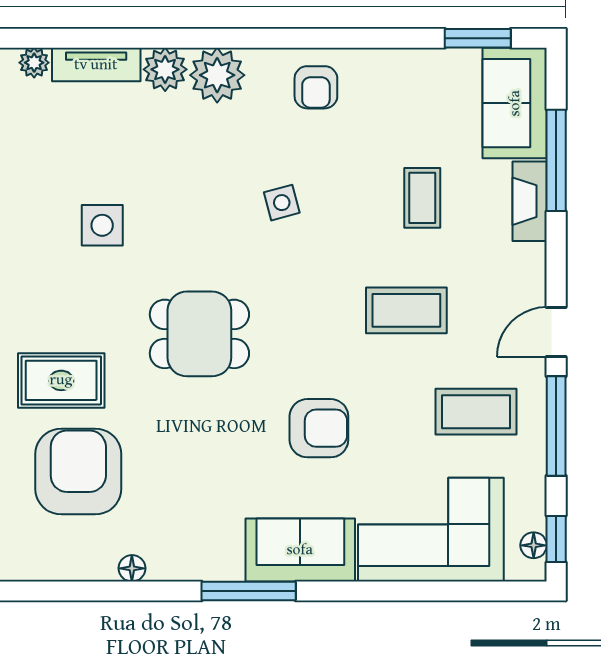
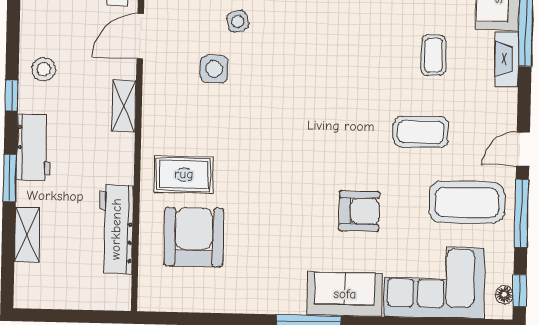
side table: (282, 203) -> (238, 21), moved
dining table: (199, 334) -> (279, 145), removed
coffee table: (476, 412) -> (467, 202), width x1.36, depth x1.32
floor lamp: (132, 568) -> (229, 304), removed

